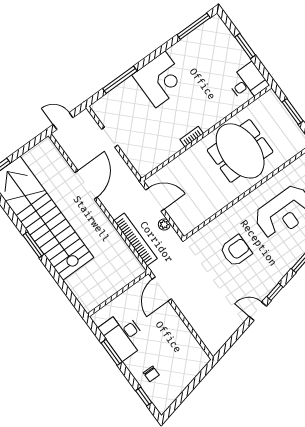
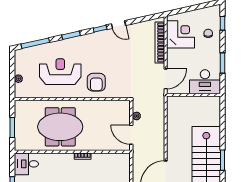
meeting table: (240, 151) -> (60, 127), turned 90
bookcase: (136, 239) -> (160, 42), moved
armchair: (236, 251) -> (96, 82), moved, turned -90
desk: (123, 335) -> (205, 82), moved, turned 90
corner desk: (181, 350) -> (180, 34), added

